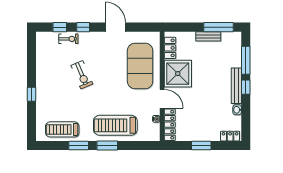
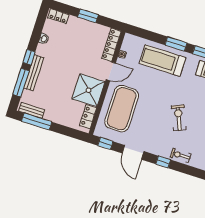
window: (60, 27) -> (105, 143), moved
bench: (208, 36) -> (32, 110), moved
bench: (236, 86) -> (34, 73), moved
door: (162, 99) -> (111, 71), swing flipped
treadmill: (115, 125) -> (162, 61), turned 180

